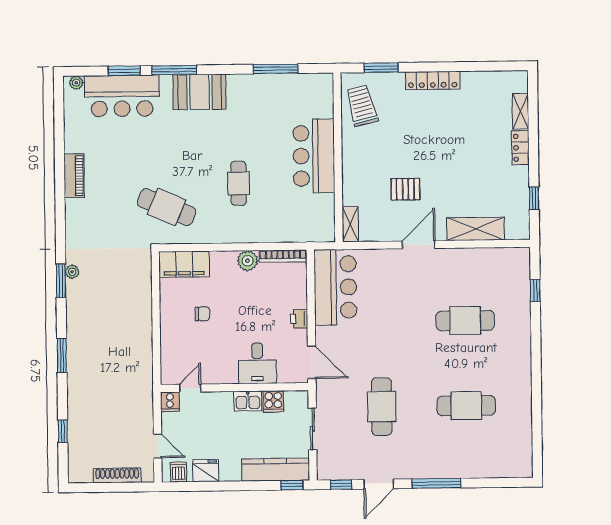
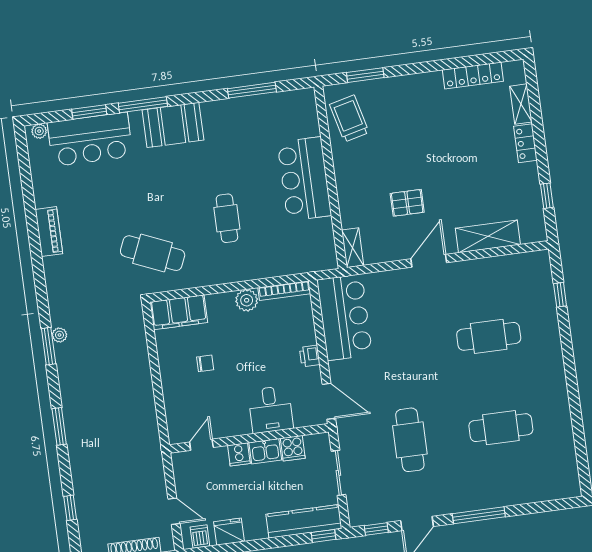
locker: (433, 80) -> (473, 75), moved
cooker: (170, 402) -> (239, 454), moved

